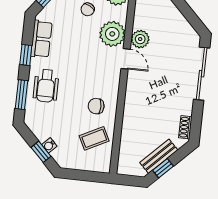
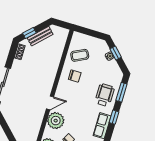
plant: (140, 39) -> (38, 114), removed
door: (126, 59) -> (50, 103), swing flipped
window: (163, 168) -> (29, 33), moved

